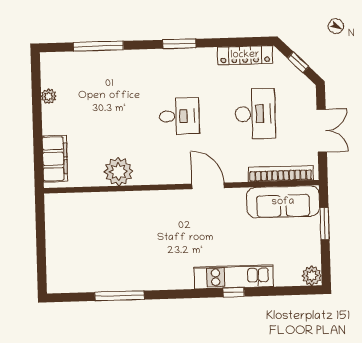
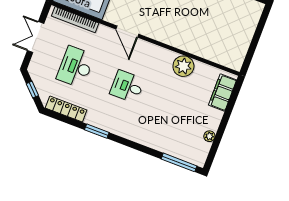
window: (179, 44) -> (97, 131), moved
window: (98, 46) -> (179, 162), moved

